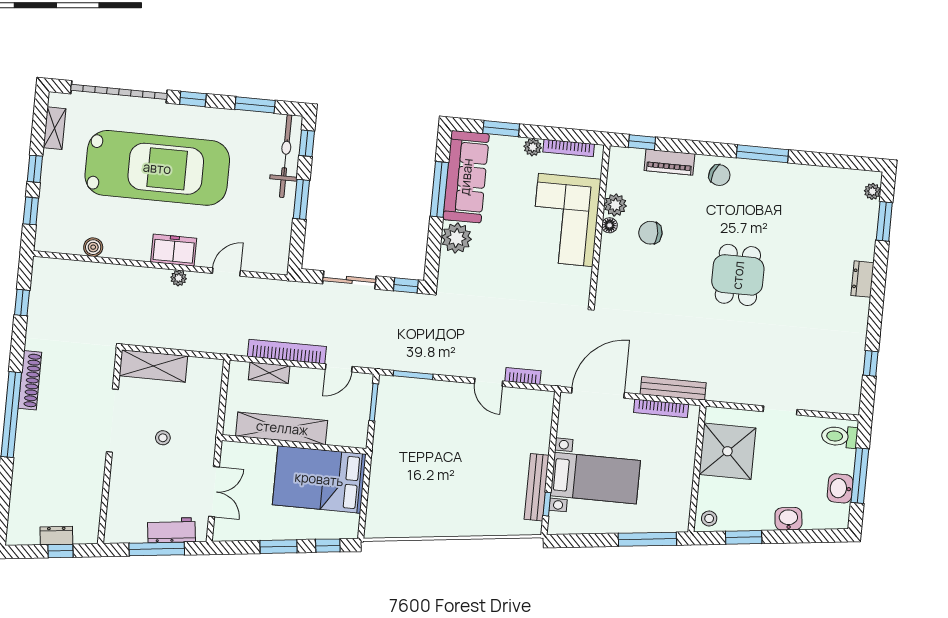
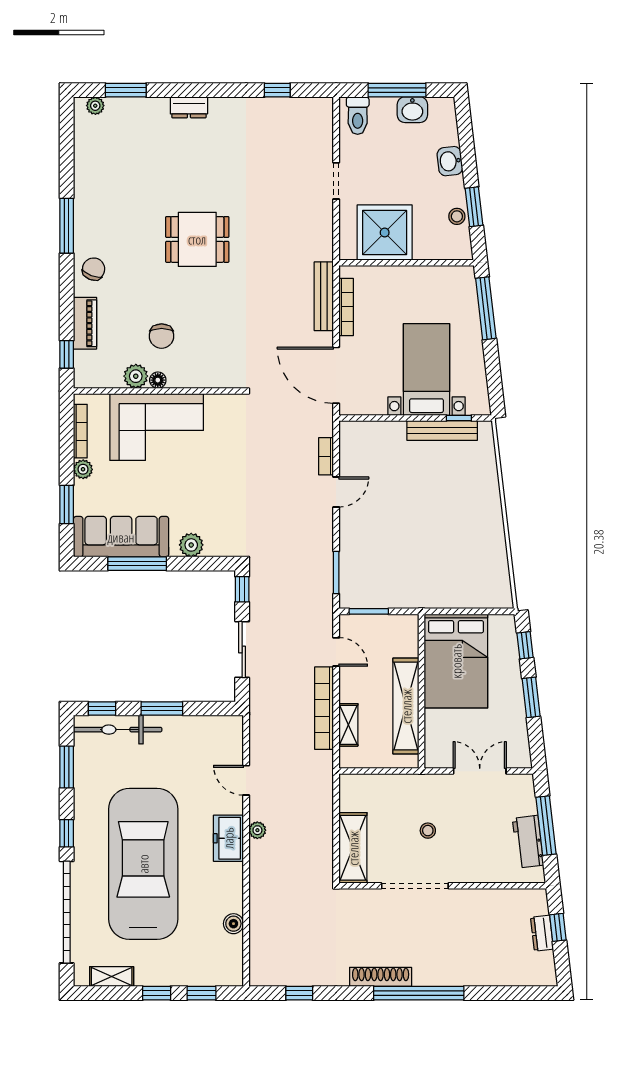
plant: (456, 238) -> (191, 545), width x0.73, depth x0.73
stool: (709, 519) -> (457, 216), moved
workbench: (171, 530) -> (528, 842), moved

